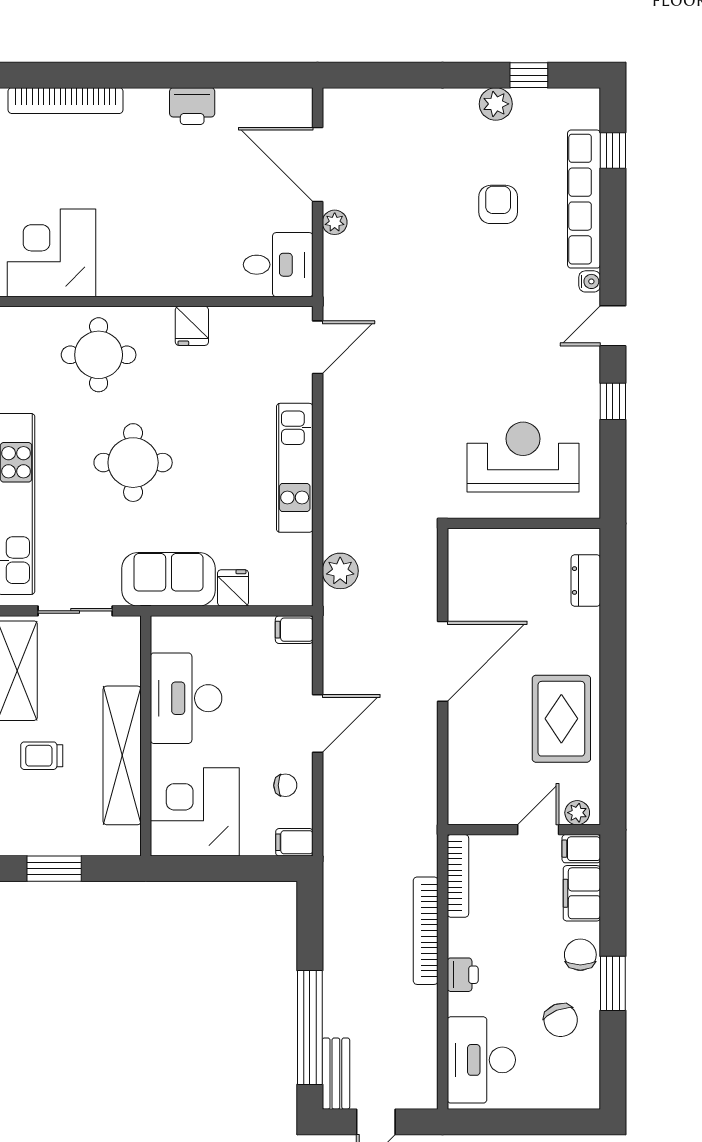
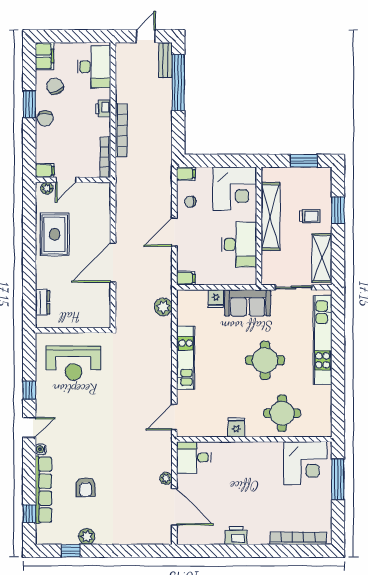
filing cabinet: (582, 893) -> (45, 56), moved

